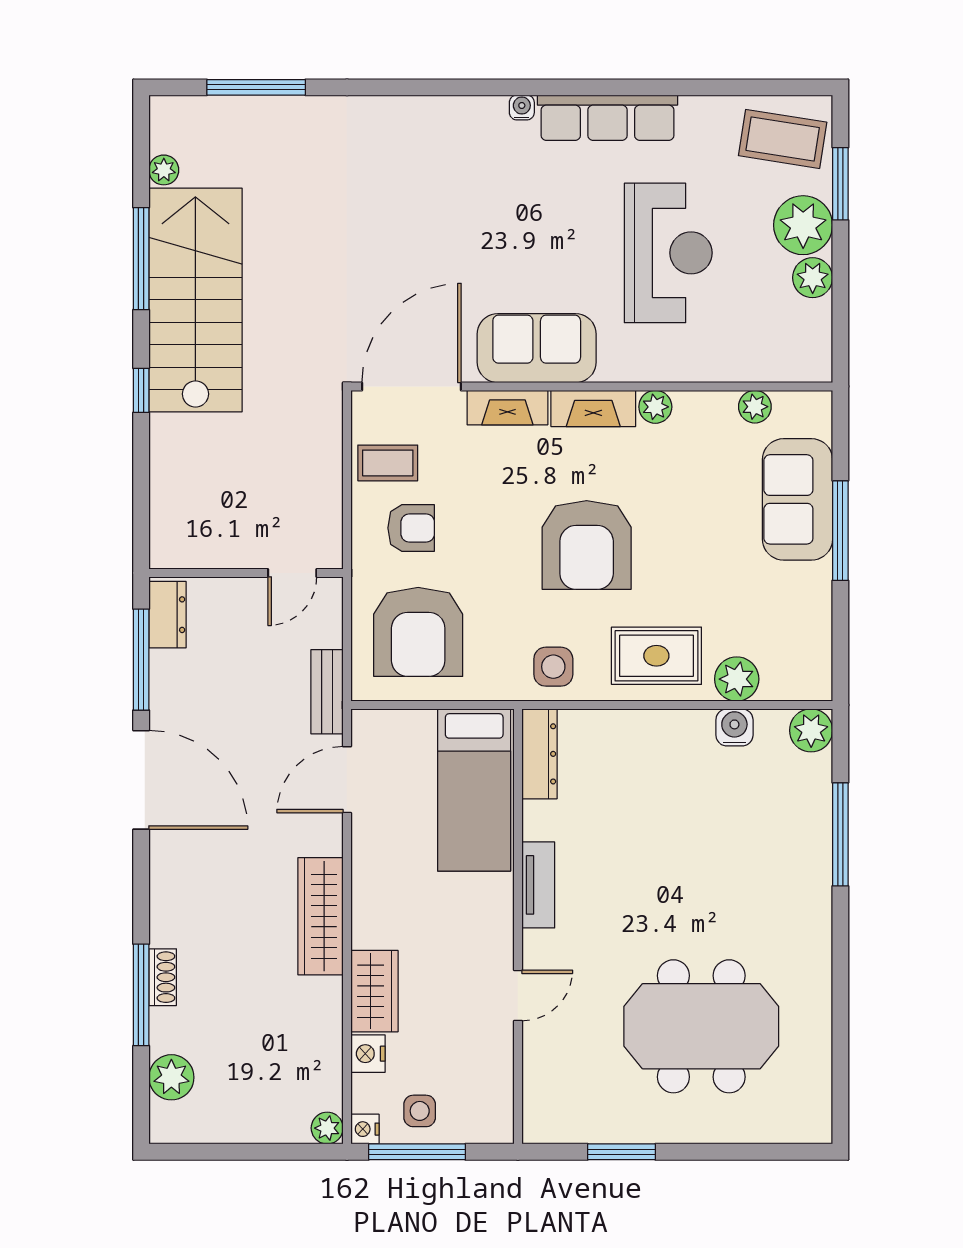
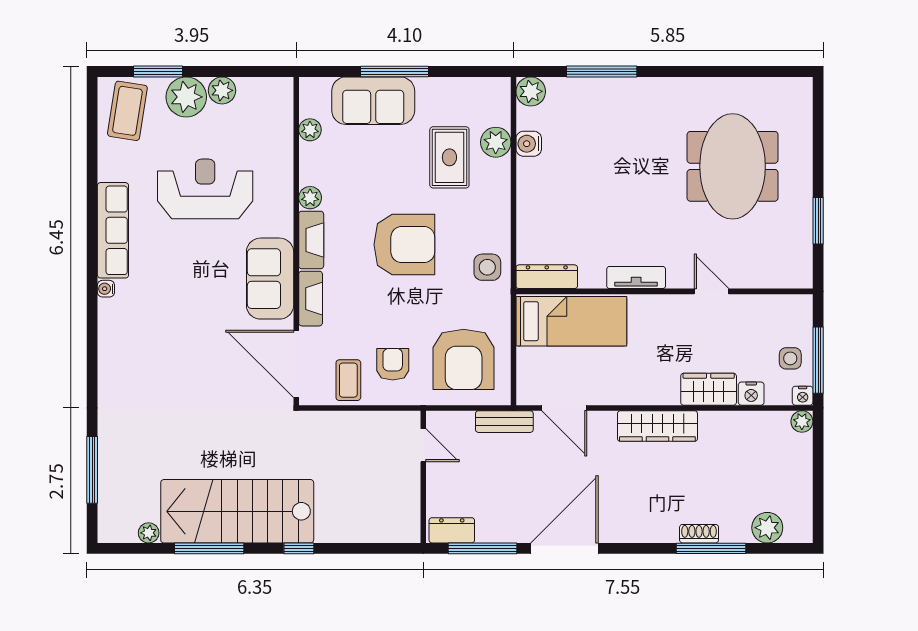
armchair: (418, 632) -> (464, 359), turned 90
rug: (656, 656) -> (449, 157), moved

